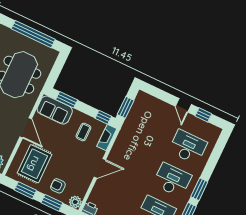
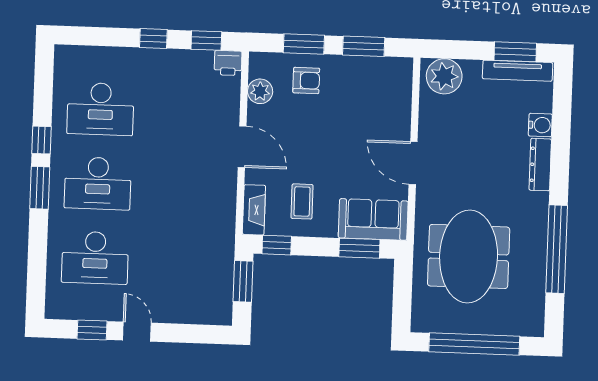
rug: (34, 164) -> (368, 103), removed
door: (100, 168) -> (242, 147), swing flipped
plant: (75, 202) -> (260, 91), moved

